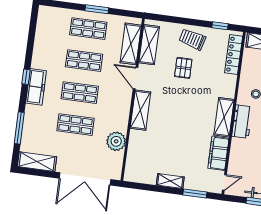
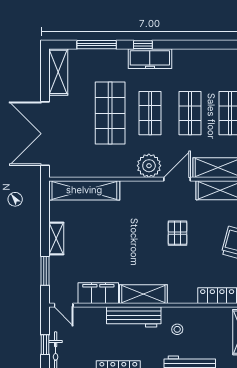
pallet: (183, 68) -> (178, 233), moved, turned 90
window: (26, 77) -> (143, 45), moved
shelving: (140, 110) -> (84, 190), moved, width x1.47
workbench: (242, 122) -> (134, 317), width x1.38
shop shelf: (75, 125) -> (110, 113), width x1.43, depth x1.36
plant: (116, 141) -> (149, 166), moved

